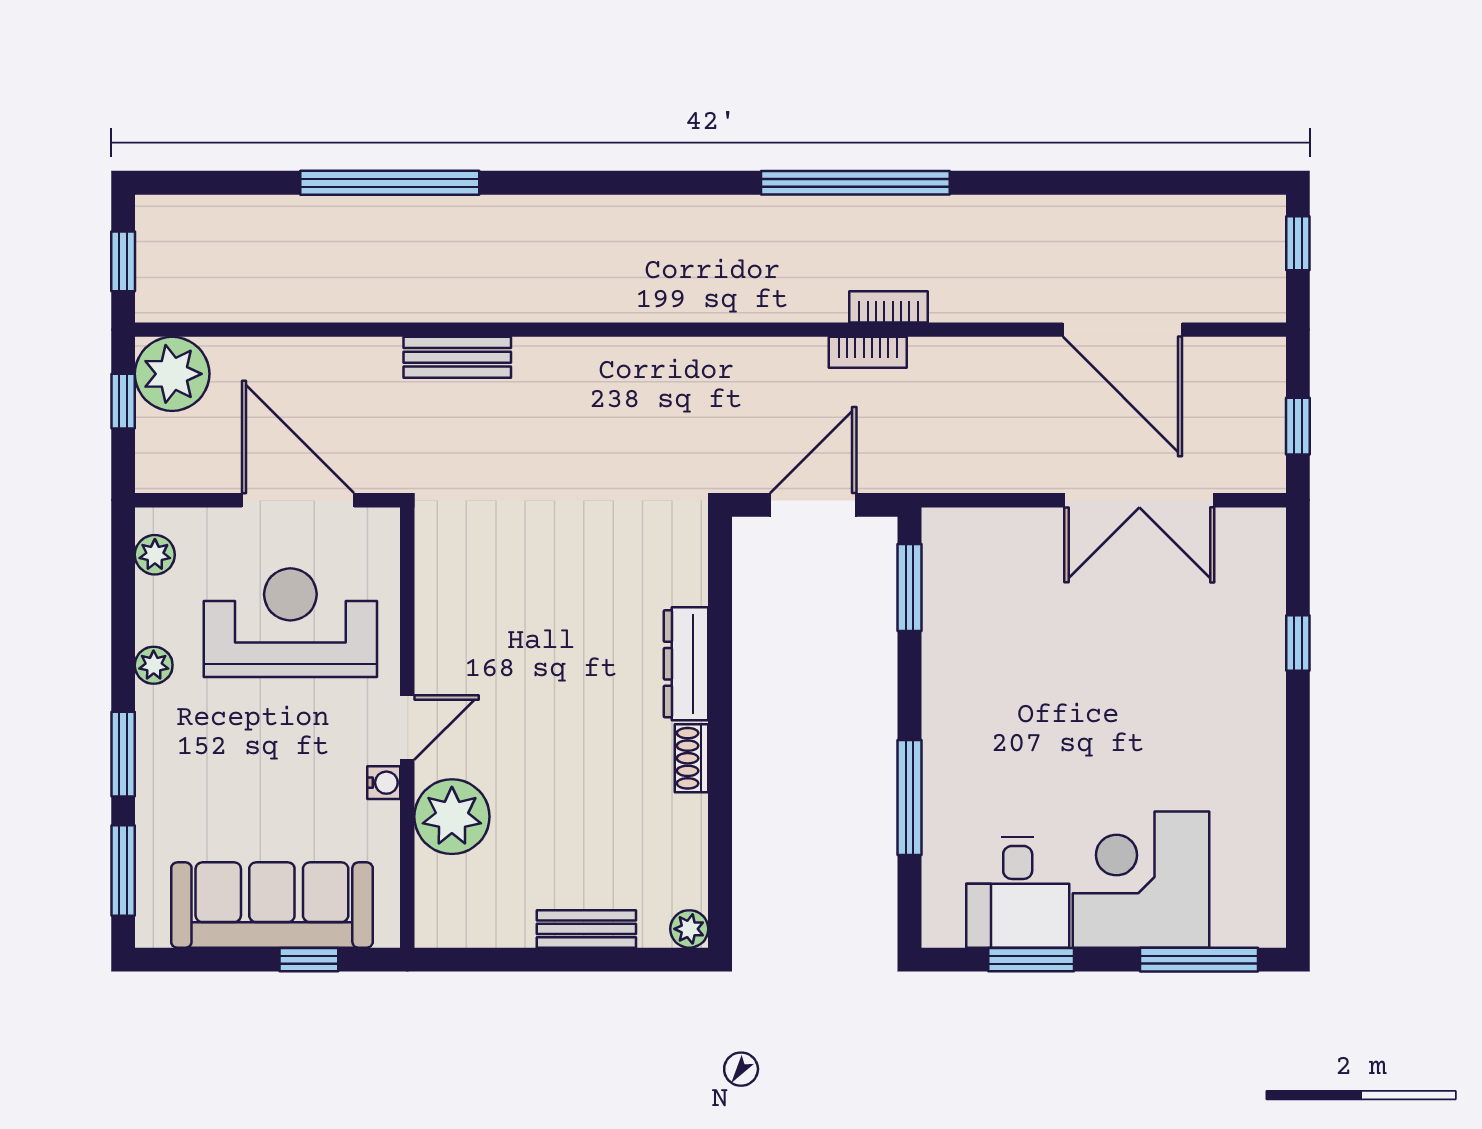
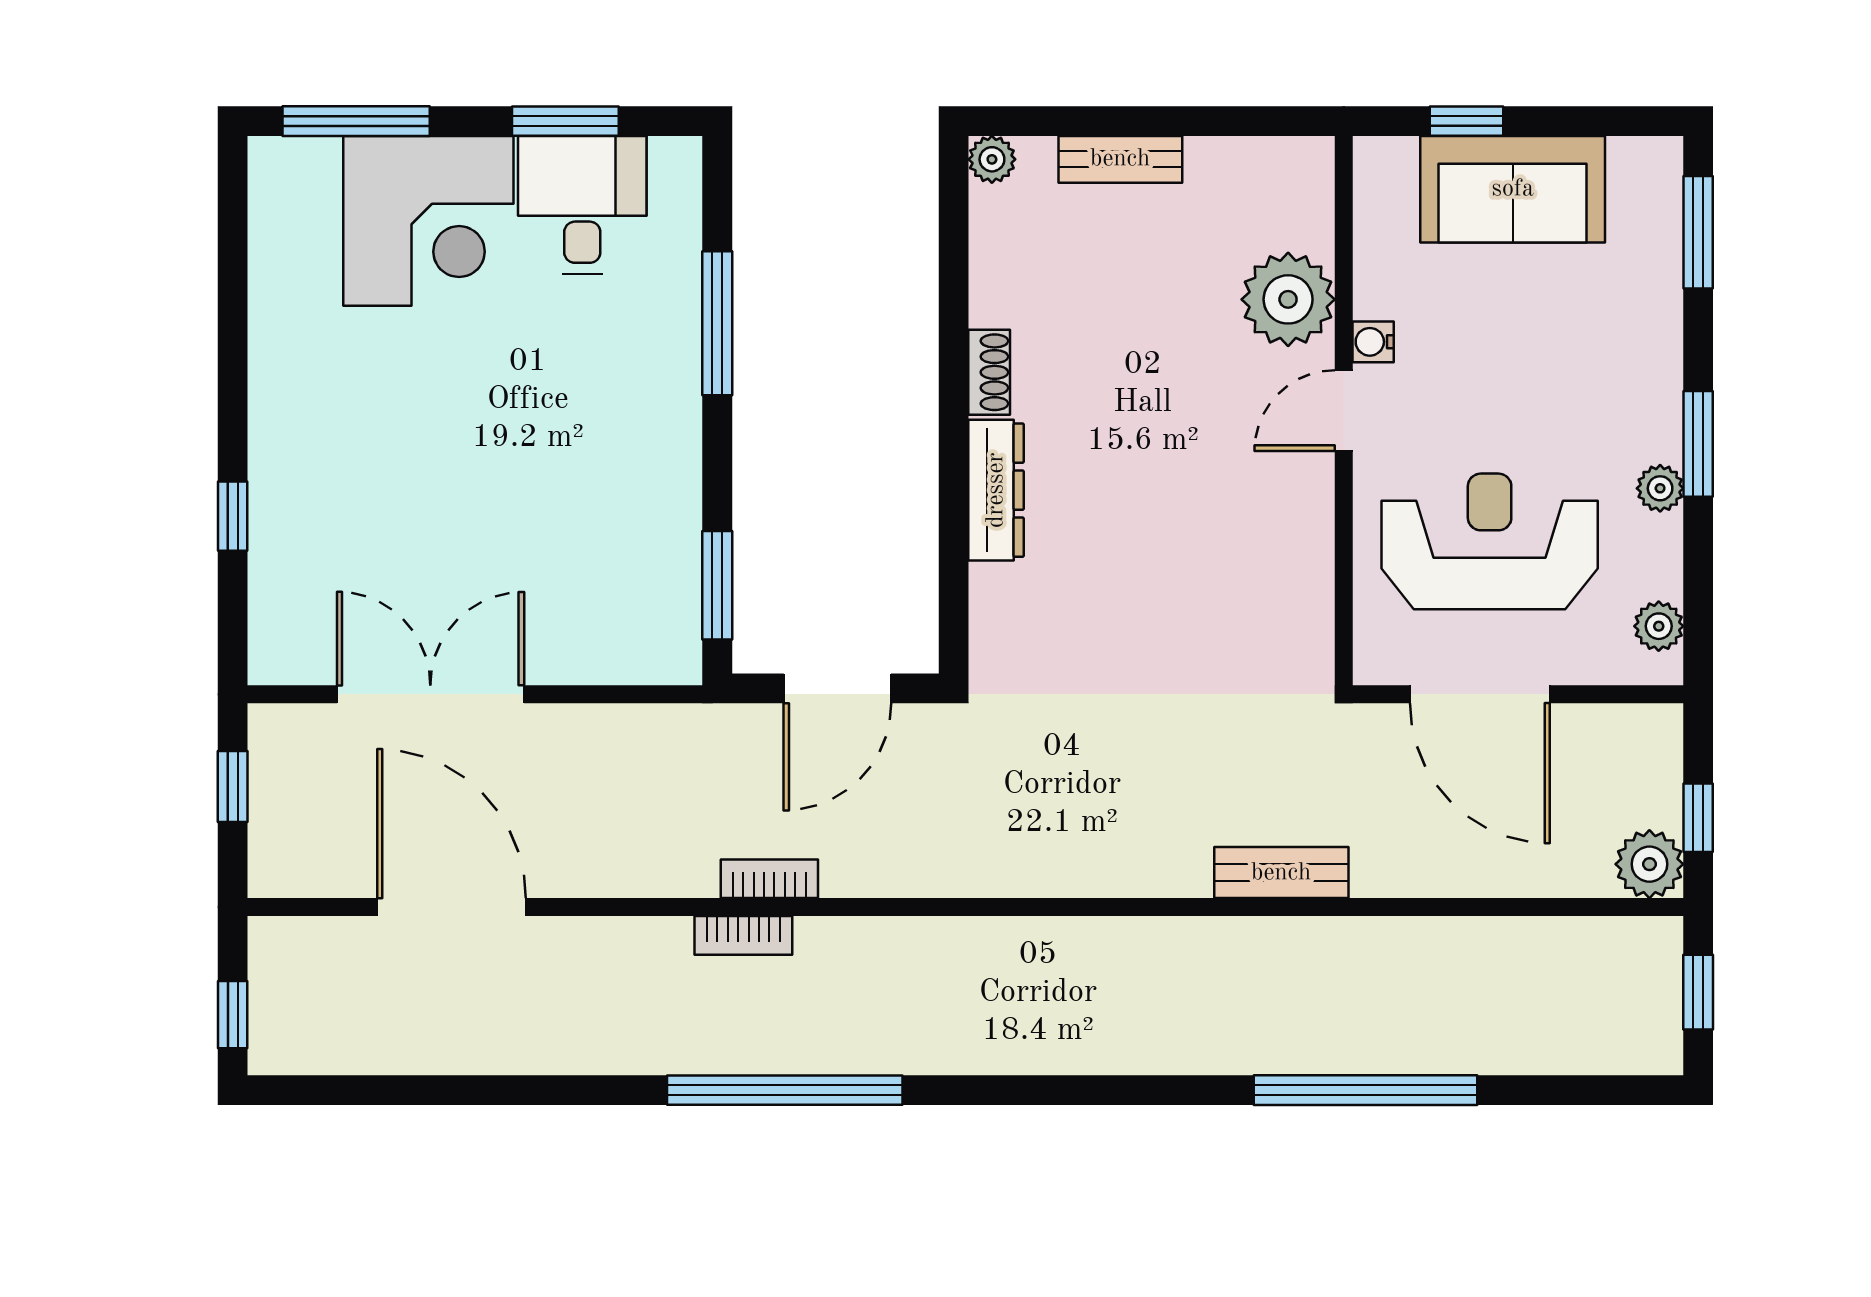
plant: (172, 374) -> (1649, 864), width x0.73, depth x0.73
reception desk: (290, 623) -> (1490, 541), turned 180
window: (123, 754) -> (1698, 444), moved
sofa: (272, 905) -> (1513, 189), width x0.73

